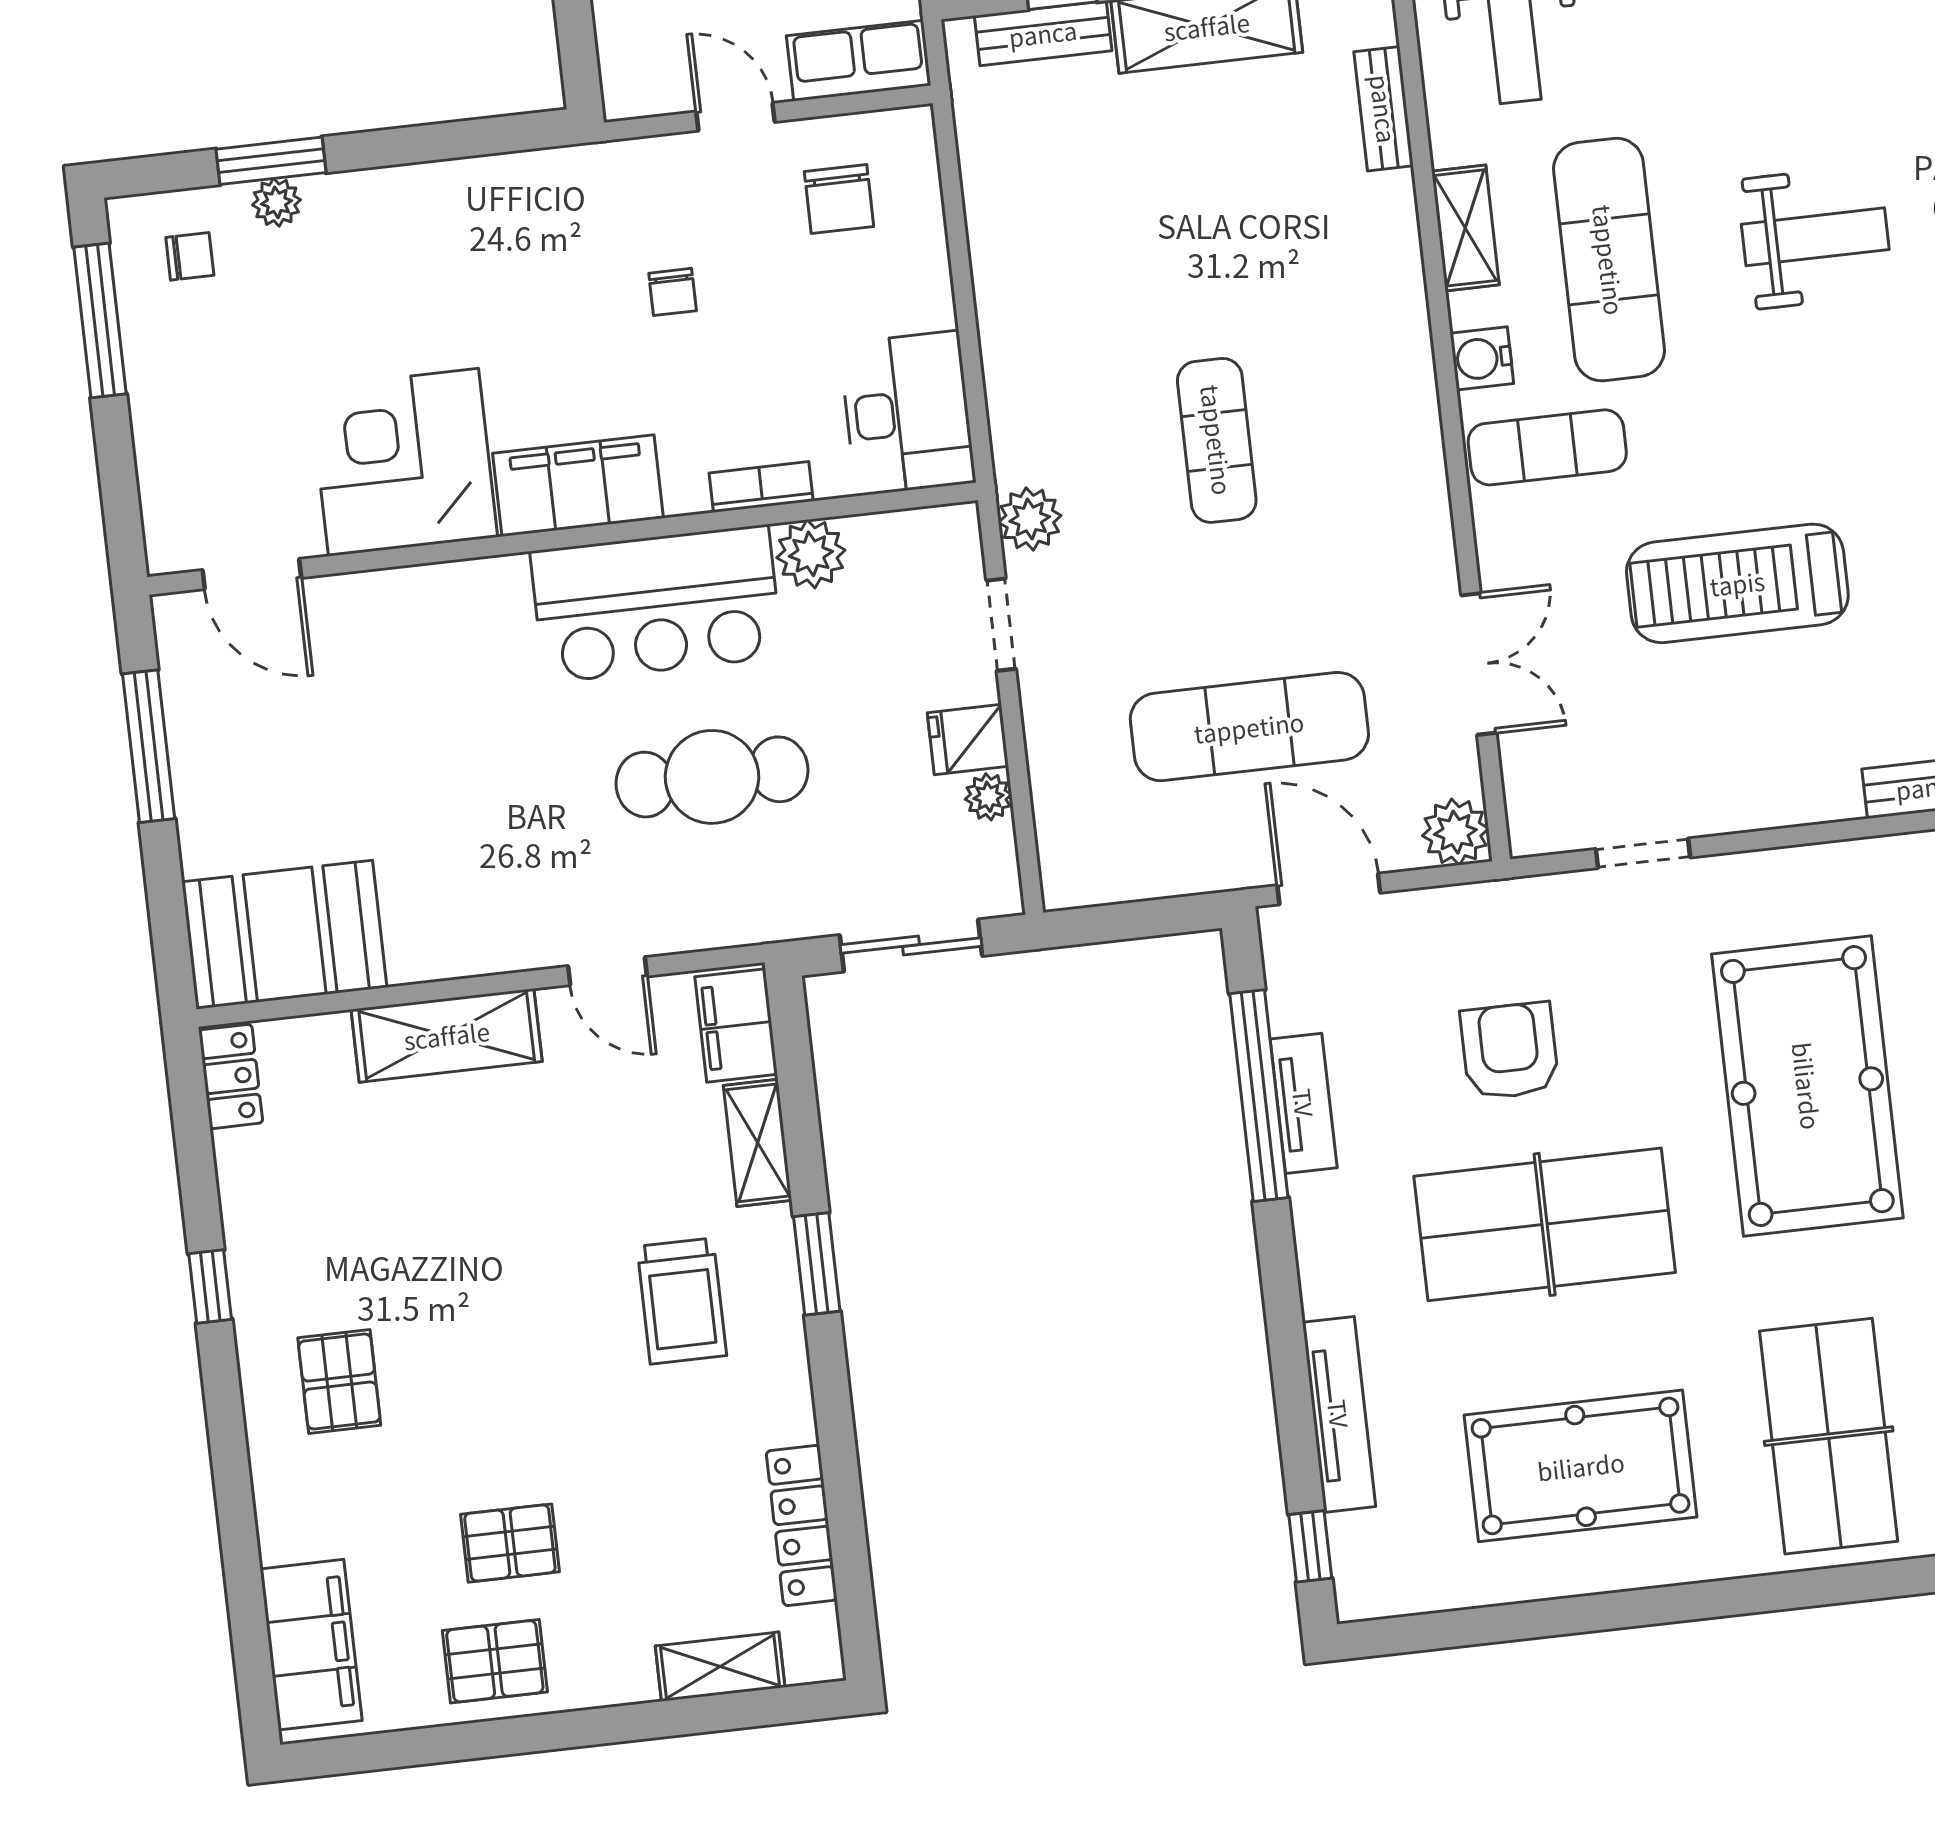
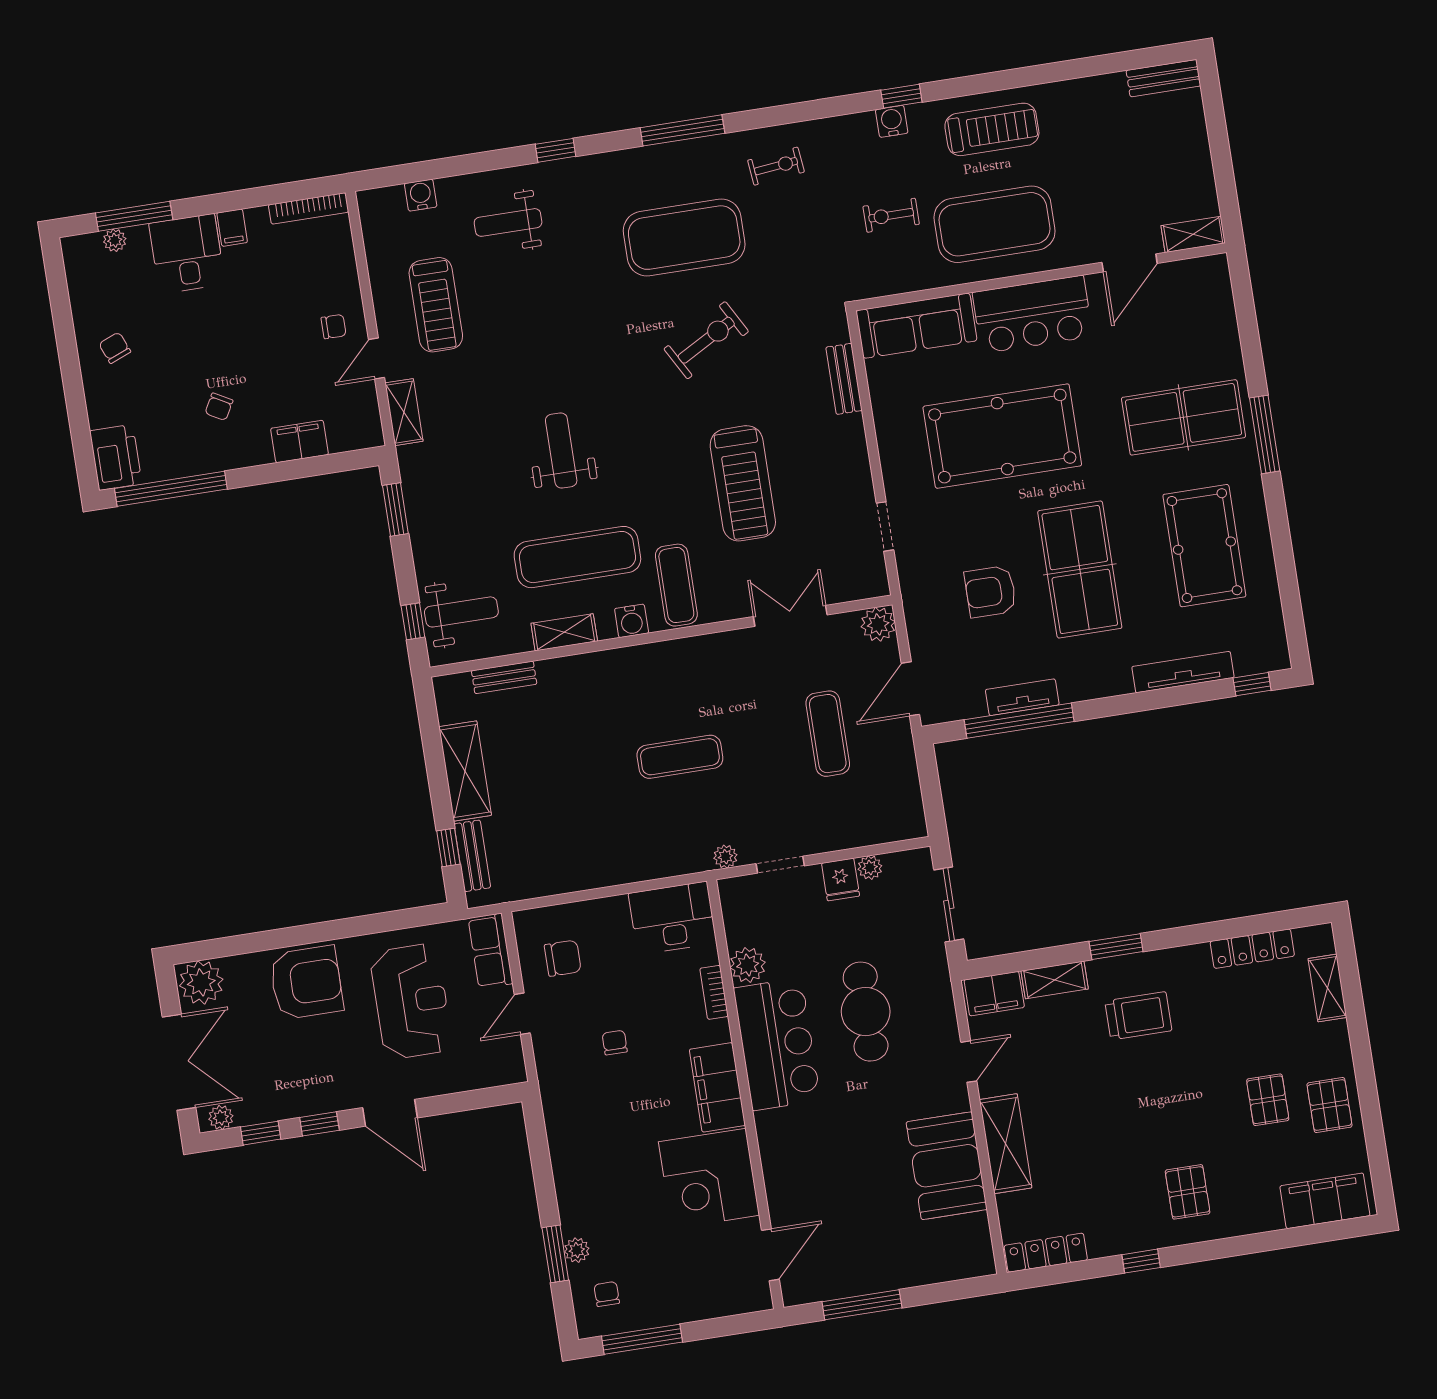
chair: (673, 292) -> (615, 1043), turned -90
plant: (1030, 519) -> (725, 857), width x0.73, depth x0.73
exercise mat: (1249, 727) -> (828, 734), width x0.73, depth x0.69
booth: (285, 935) -> (947, 1166), moved
locker: (231, 1076) -> (1046, 1253), width x1.53
pallet: (339, 1382) -> (1188, 1192), turned 90
window: (1789, 1591) -> (1265, 434), added

